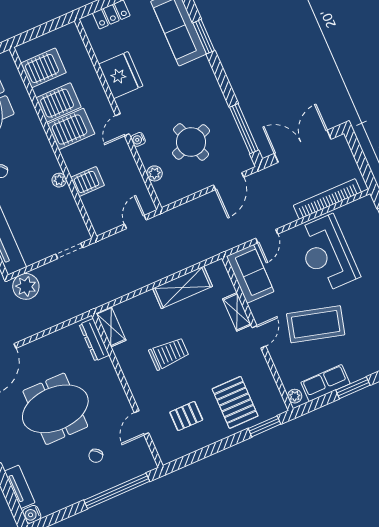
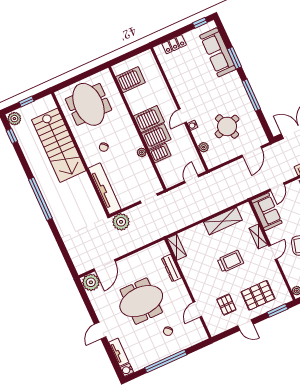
fridge: (121, 75) -> (181, 84), removed
server rack: (58, 103) -> (156, 137), moved
window: (244, 129) -> (251, 95), moved
dresser: (94, 340) -> (171, 268), moved
trolley: (169, 353) -> (230, 261), moved
pallet: (235, 402) -> (258, 295), turned 90
pallet: (186, 416) -> (226, 305), turned 90
door: (215, 448) -> (245, 325), added
window: (117, 491) -> (166, 361), moved

